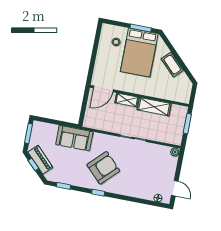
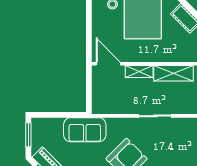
door: (103, 89) -> (108, 64), swing flipped

